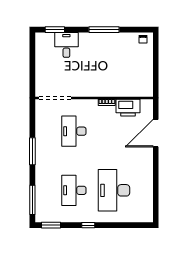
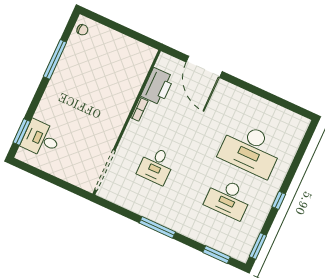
window: (104, 30) -> (55, 59), moved
desk: (66, 45) -> (41, 139), moved
desk: (74, 131) -> (156, 165), width x0.73
window: (32, 200) -> (217, 255), width x0.69

